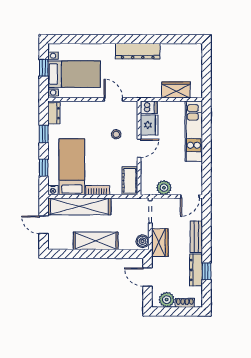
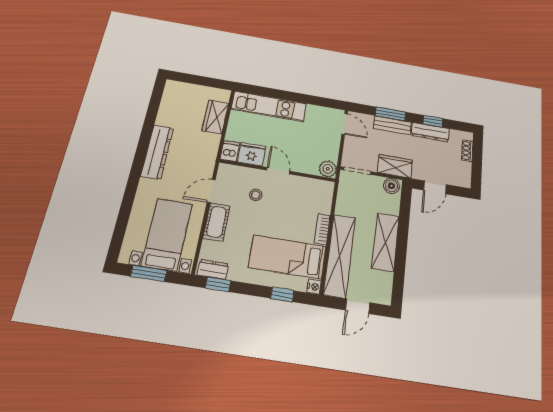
window: (44, 68) -> (149, 273), width x1.50
window: (44, 134) -> (218, 284), moved
cot: (130, 181) -> (217, 222), moved, turned 90
plant: (164, 188) -> (328, 169), moved
window: (206, 234) -> (390, 114), added
plant: (167, 300) -> (463, 170), removed

